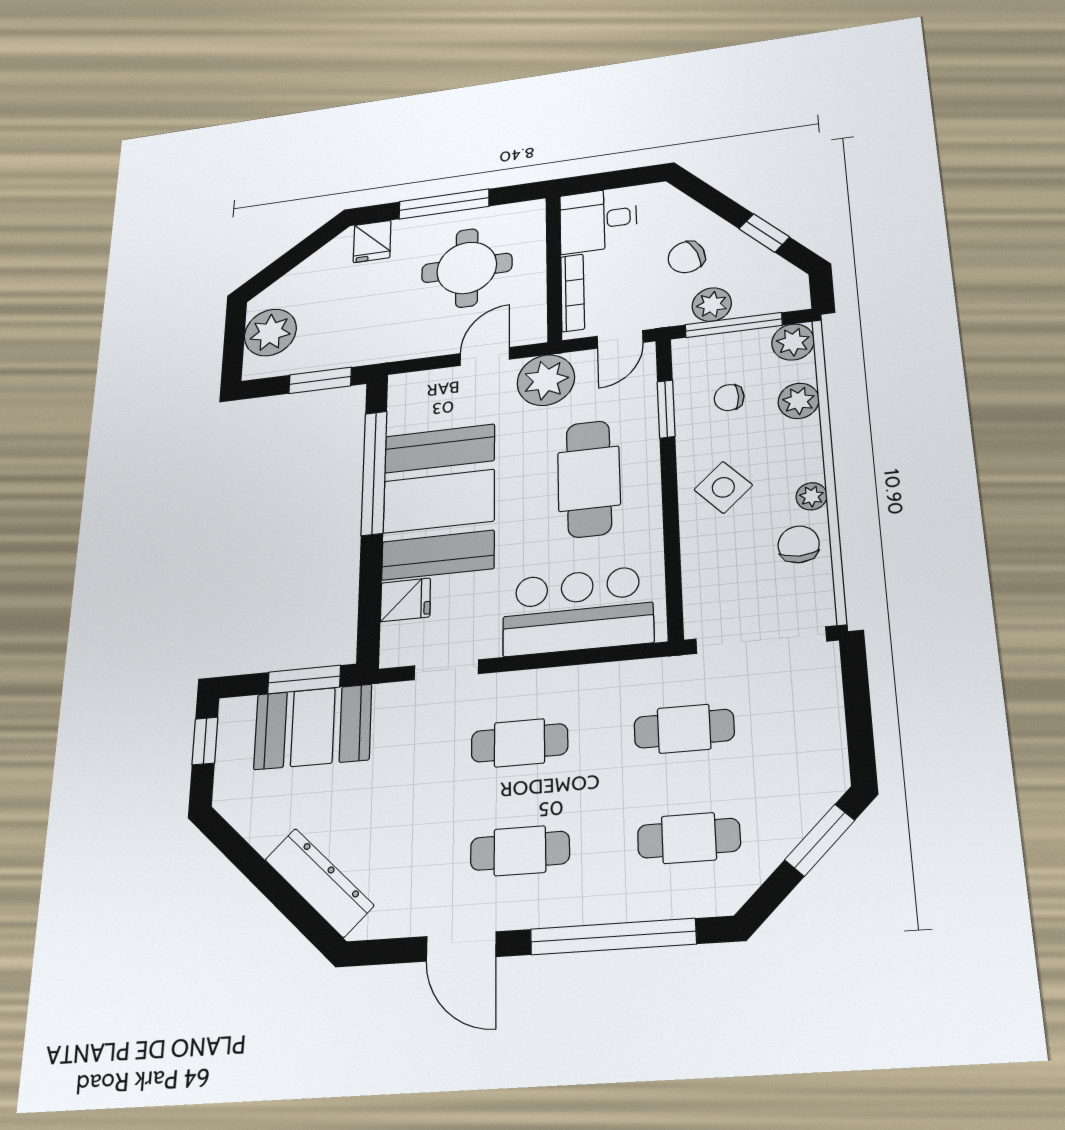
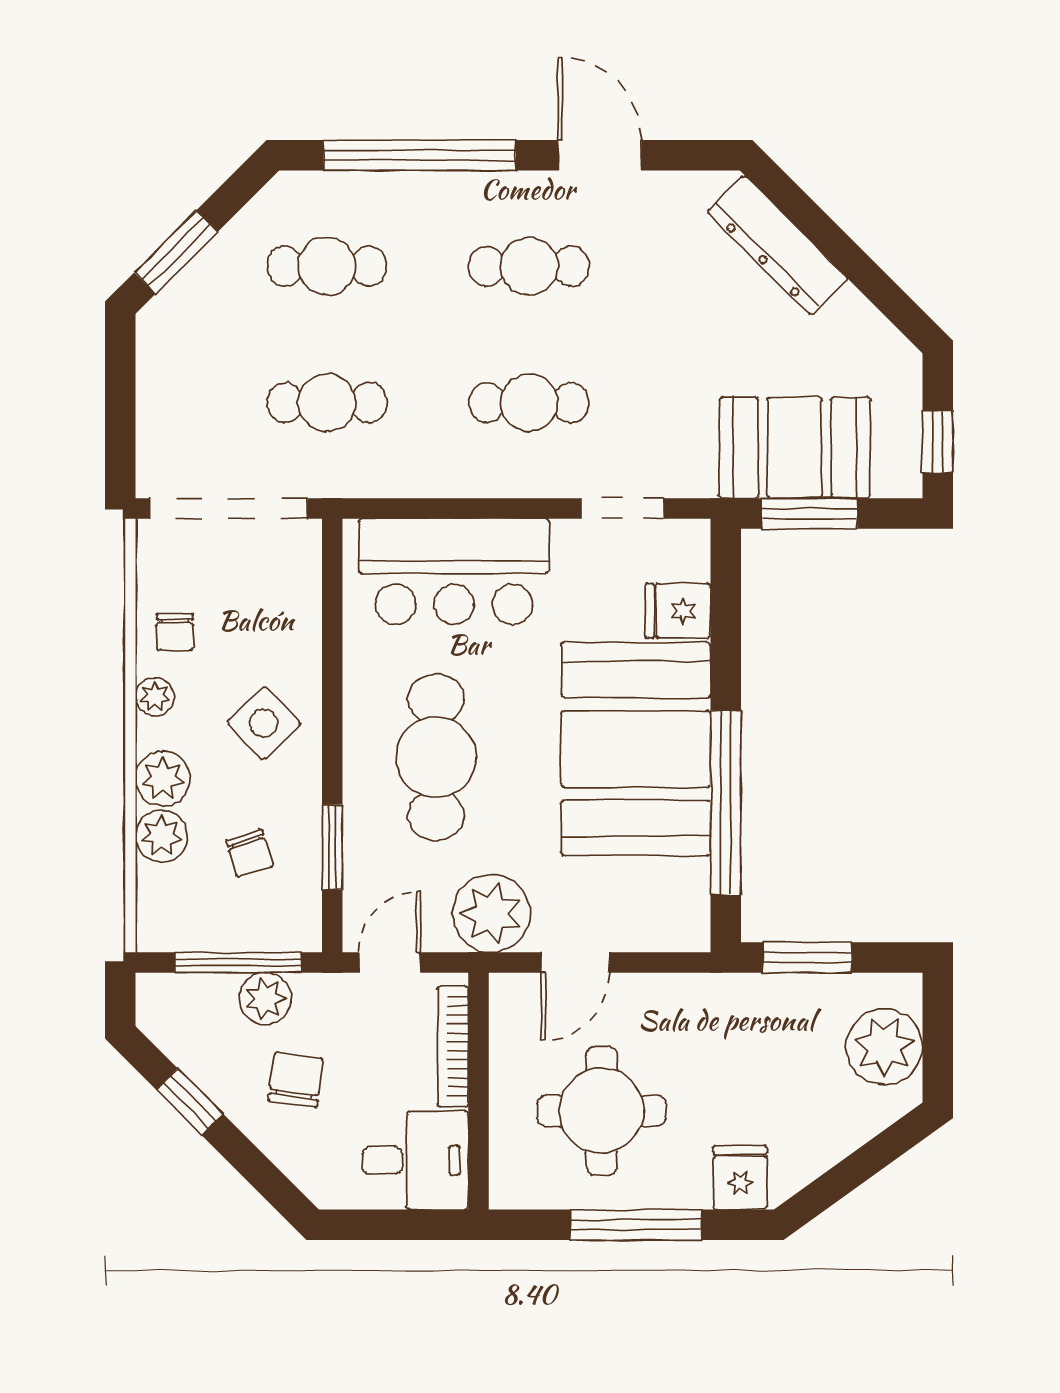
chair: (687, 257) -> (296, 1080), turned -60
plant: (793, 342) -> (163, 779), moved
chair: (729, 398) -> (250, 853), turned 72
chair: (799, 544) -> (175, 632), width x0.73, depth x0.73

